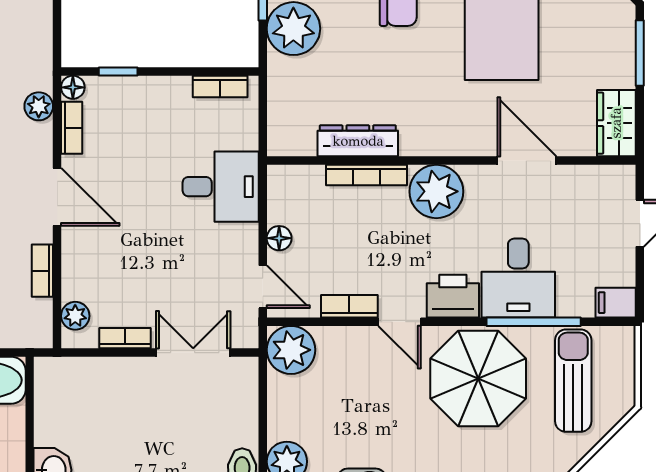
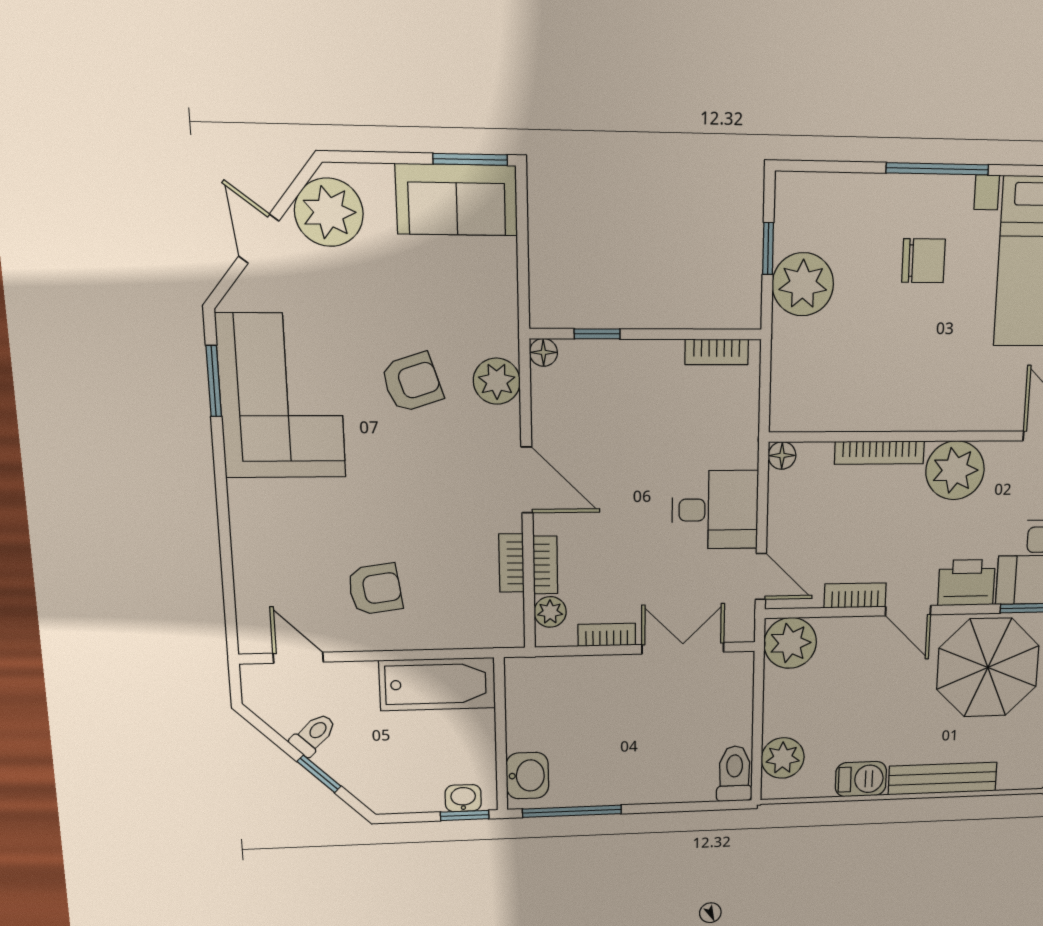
plant: (39, 106) -> (497, 381), width x1.38, depth x1.38
bookcase: (72, 128) -> (545, 565), moved
dresser: (358, 141) -> (871, 414), removed
desk: (221, 187) -> (715, 510), moved
floor lamp: (279, 238) -> (782, 455), moved

